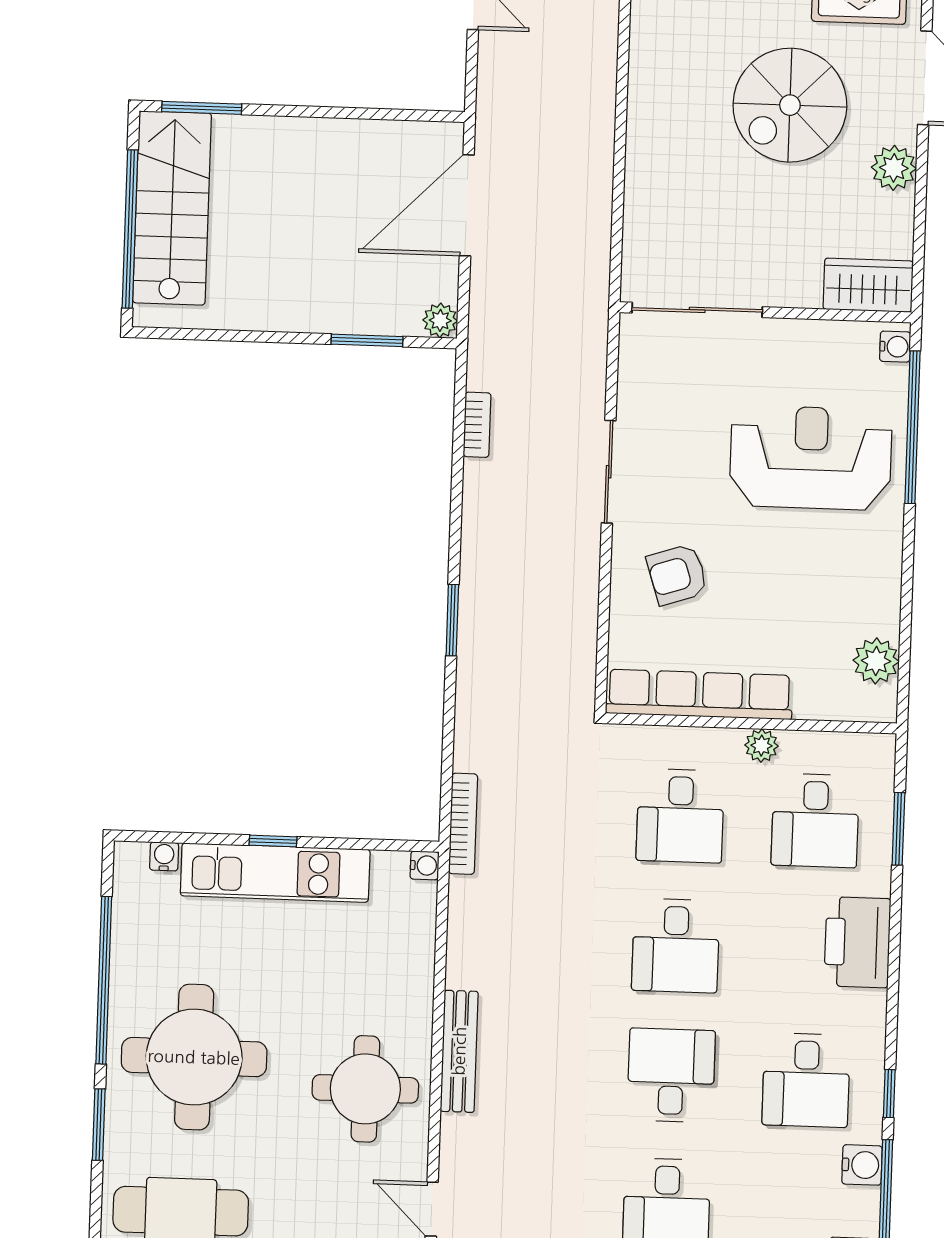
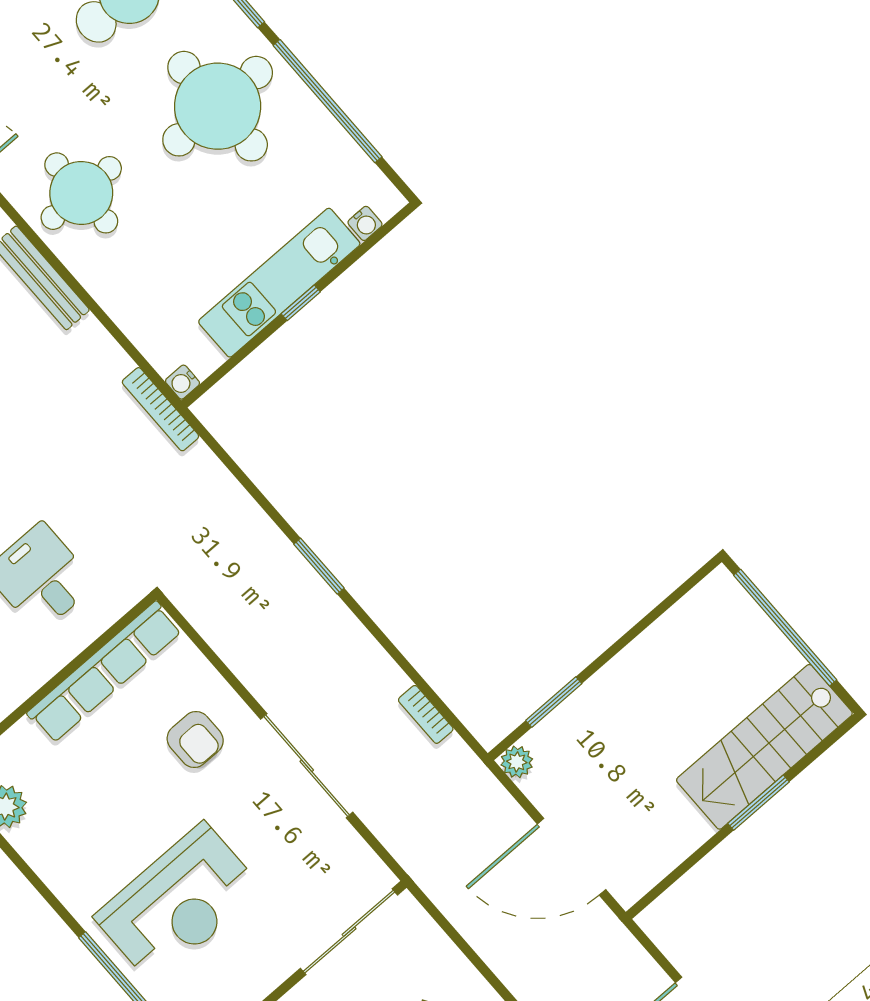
window: (202, 108) -> (759, 803), moved
door: (467, 205) -> (572, 857), swing flipped
stairs: (172, 208) -> (764, 747), moved, turned 90
sliding door: (609, 472) -> (307, 766), width x1.37
armchair: (677, 574) -> (195, 739), turned 108
plant: (761, 746) -> (30, 677), removed
bookcase: (463, 824) -> (160, 409), moved

